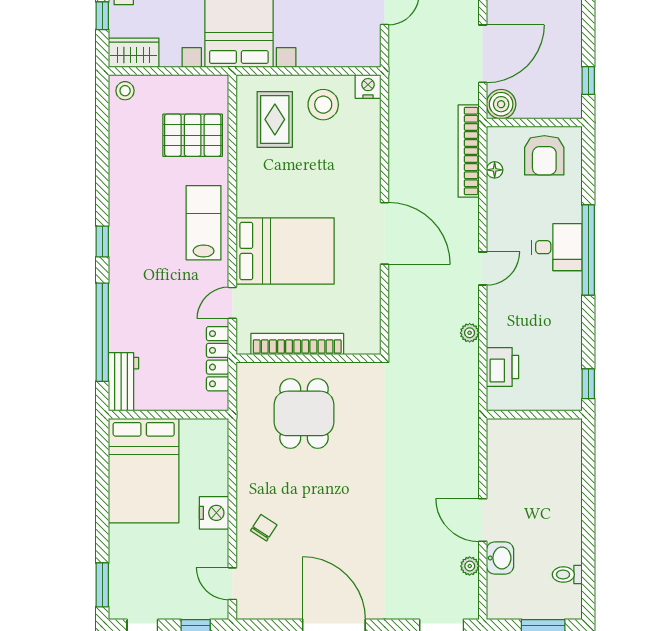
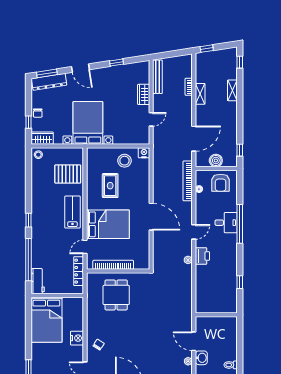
boiler: (501, 104) -> (216, 161), moved
rug: (275, 119) -> (110, 186), moved
printer: (502, 367) -> (202, 256), moved
wall: (534, 415) -> (216, 315), moved

